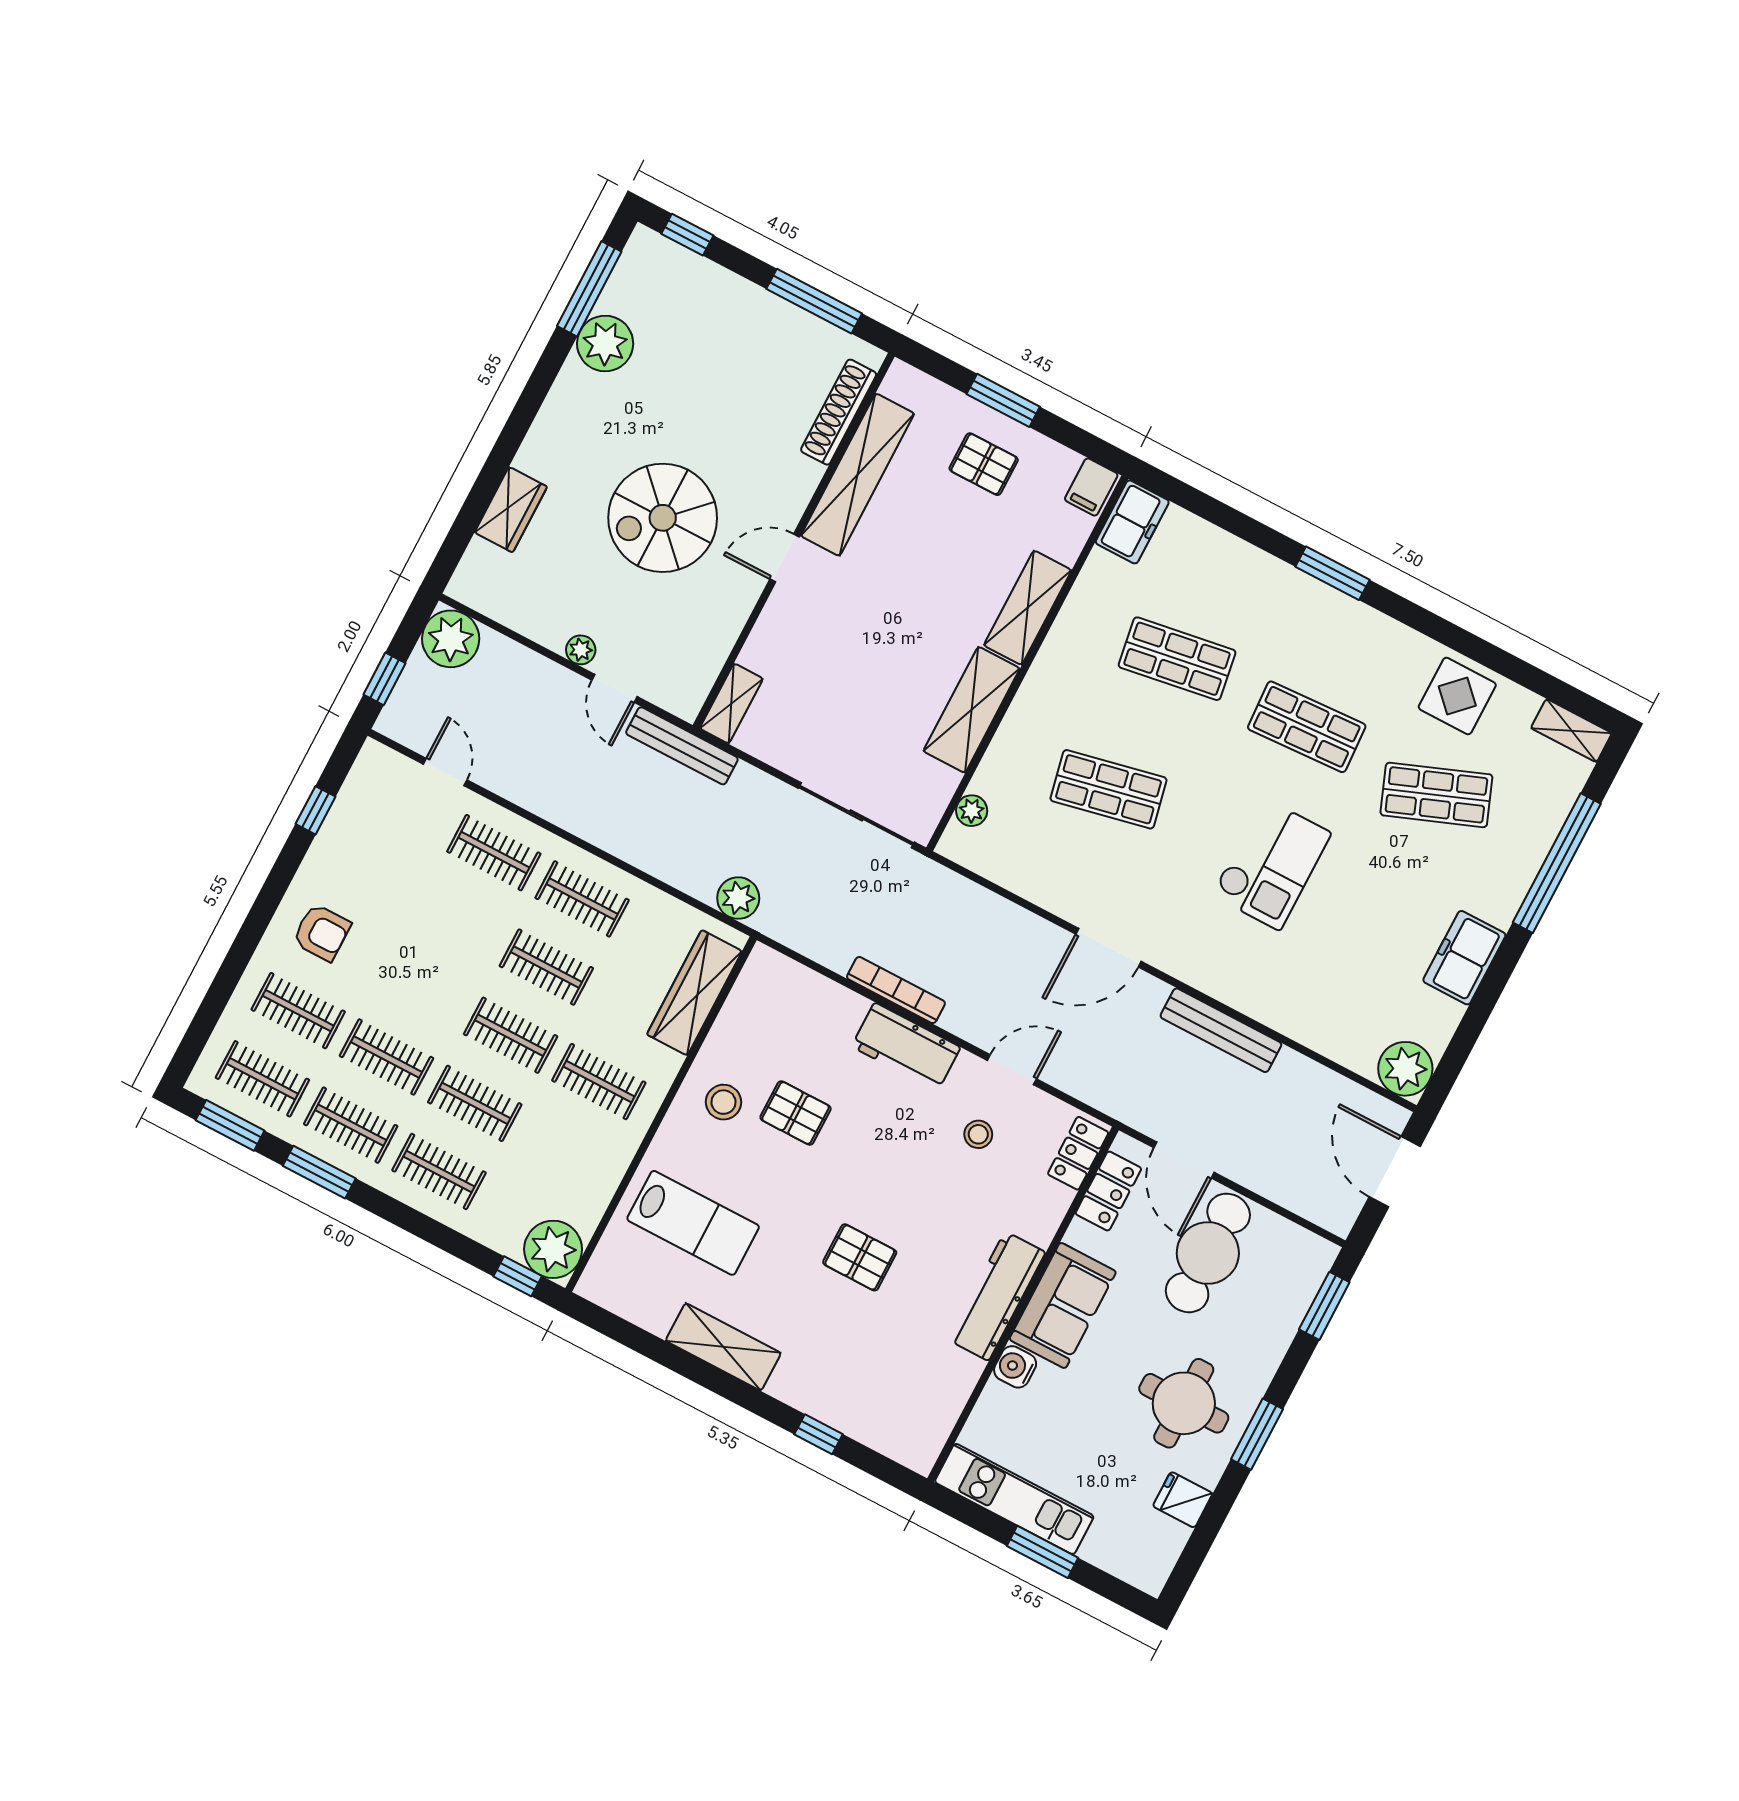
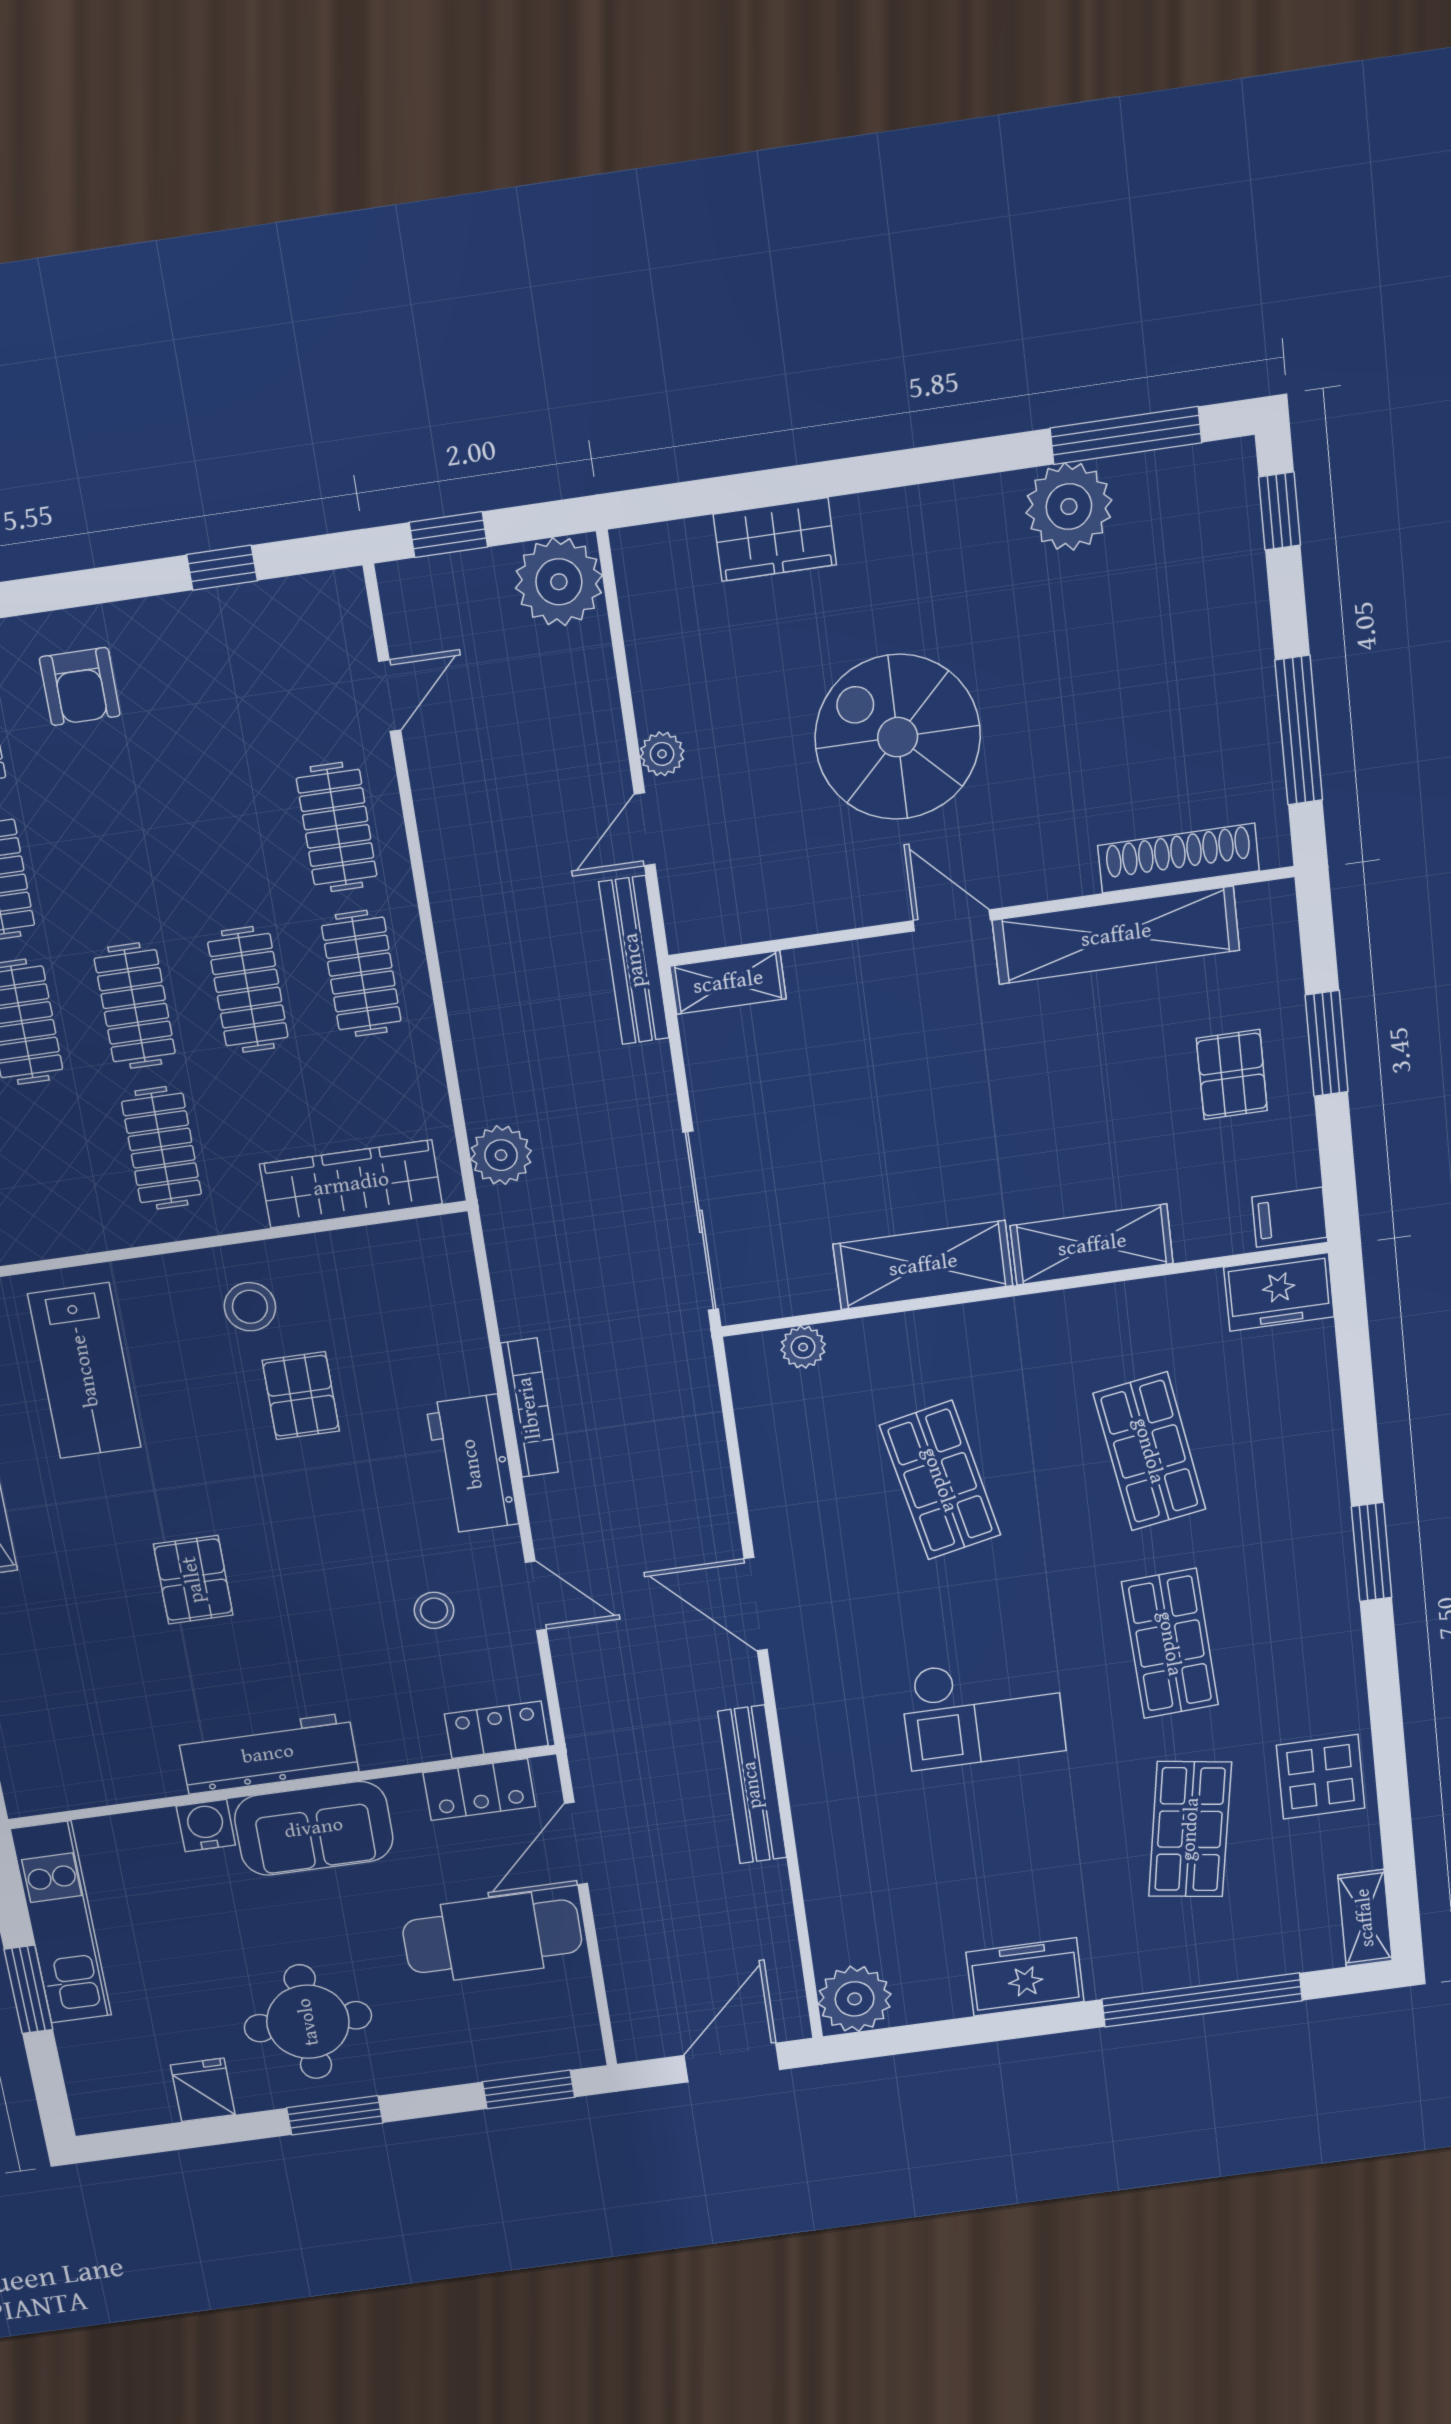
shop shelf: (1436, 795) -> (1190, 1829), turned 30

